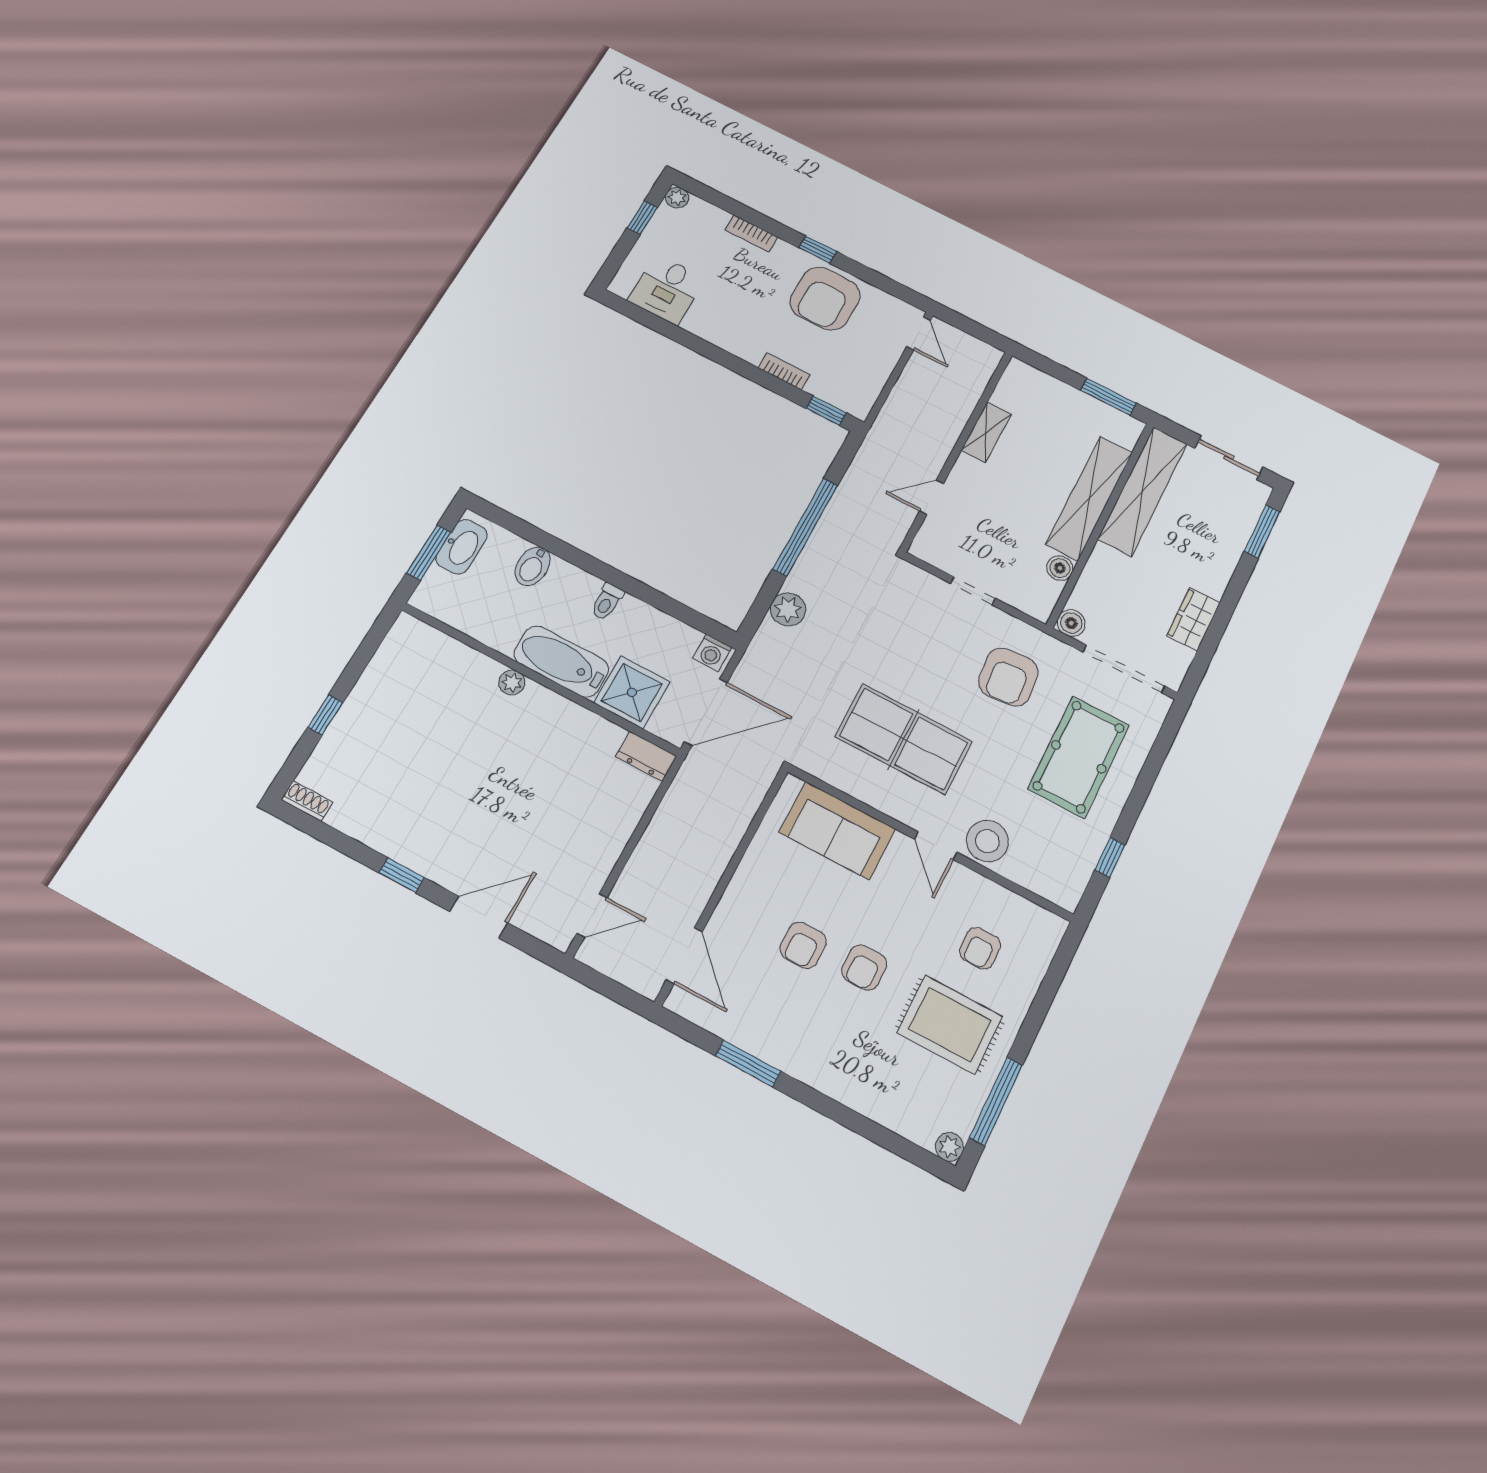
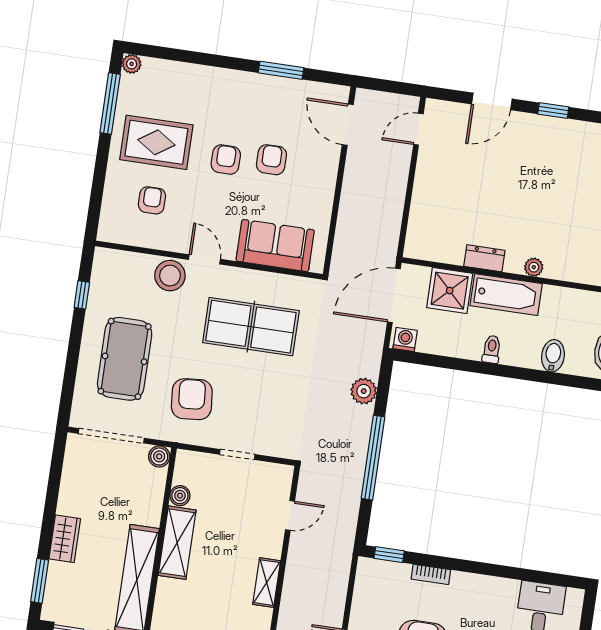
shelving: (1089, 498) -> (177, 543), width x0.68
wardrobe: (1193, 619) -> (65, 539), moved
dresser: (646, 756) -> (484, 258), moved

